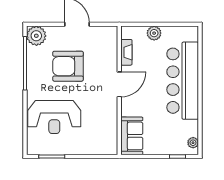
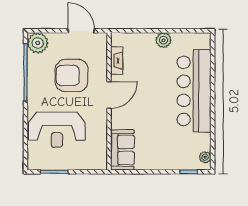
fireplace: (126, 52) -> (117, 61), moved
door: (119, 84) -> (109, 95), moved
wall: (119, 90) -> (109, 101), moved
sofa: (132, 136) -> (122, 150), moved

